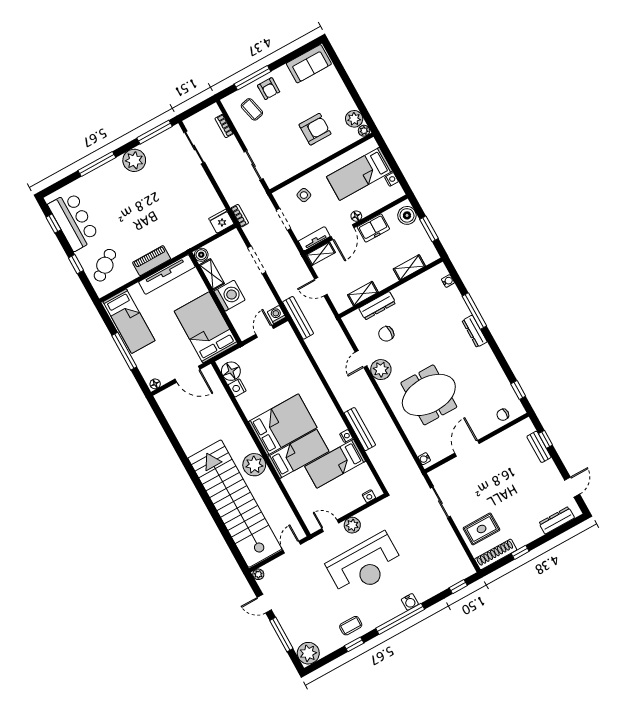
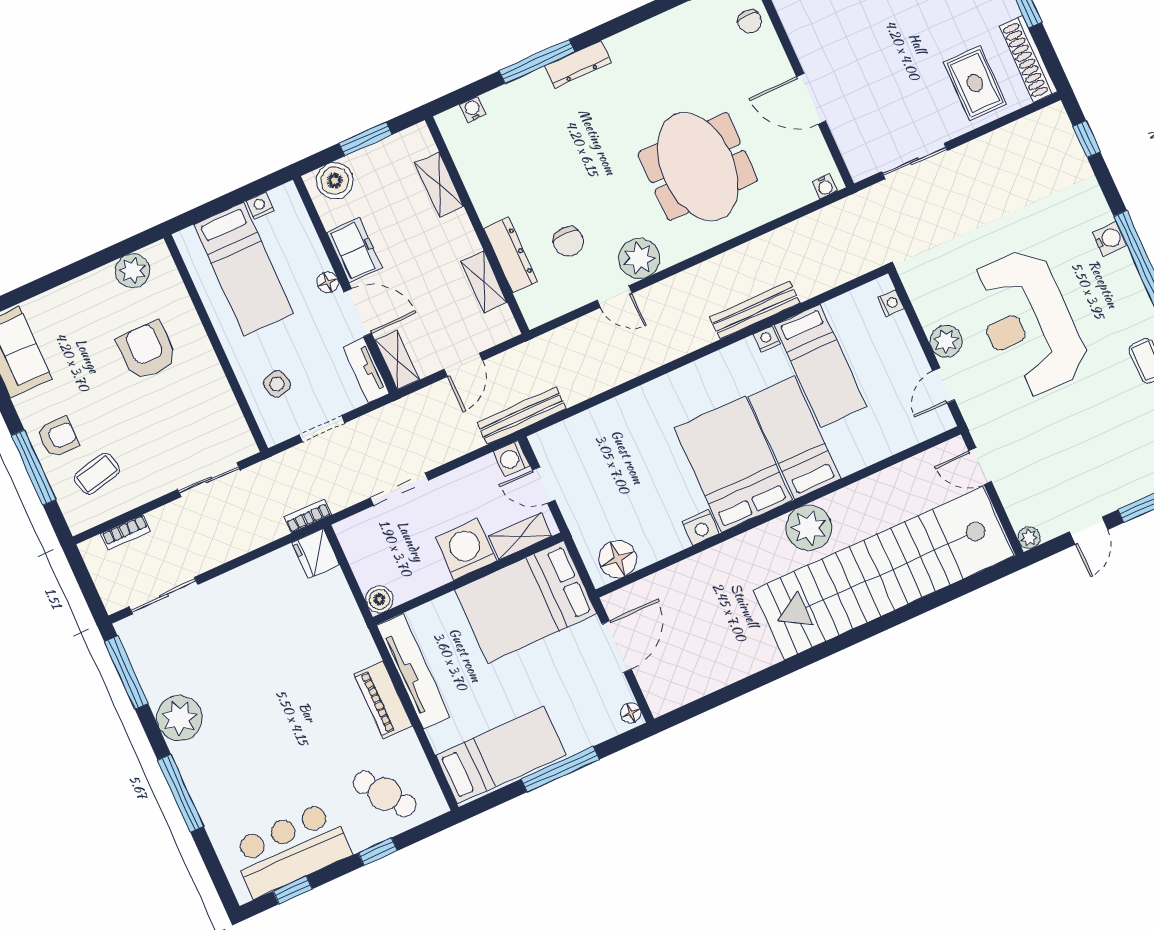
plant: (364, 131) -> (158, 253), removed
shelving: (212, 274) -> (520, 536), moved
nightstand: (237, 388) -> (701, 528), moved
reception desk: (365, 565) -> (1028, 323), turned 180

